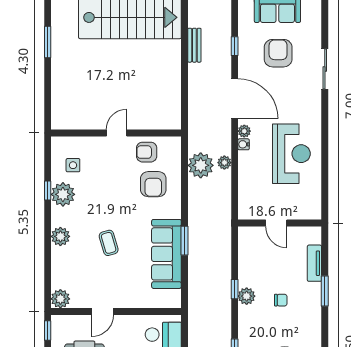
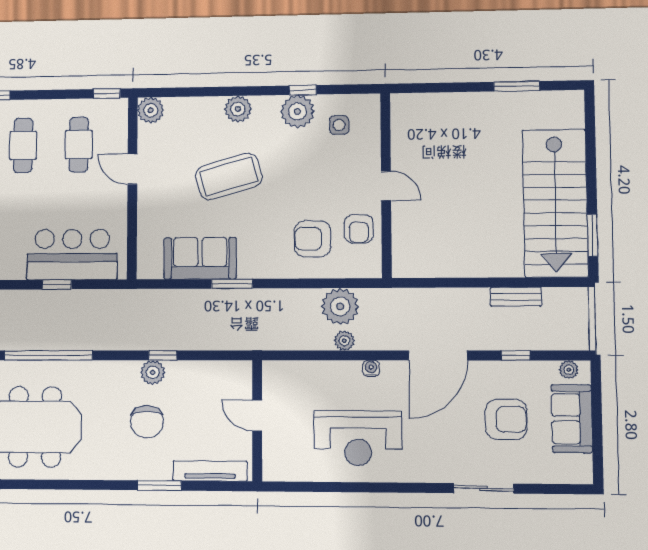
plant: (244, 131) -> (569, 370), moved
armchair: (147, 152) -> (359, 229), turned 180
door: (276, 223) -> (257, 416), hinge flipped
coffee table: (109, 243) -> (229, 176), width x1.86, depth x1.72
sofa: (166, 254) -> (200, 258), width x0.73
tv unit: (314, 263) -> (210, 471), width x1.41
chair: (281, 300) -> (147, 422), width x1.87, depth x1.87

